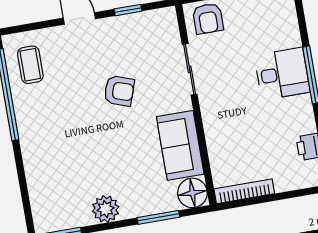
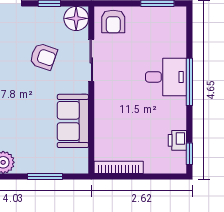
armchair: (119, 91) -> (43, 57), moved
floor lamp: (192, 193) -> (76, 18), moved

